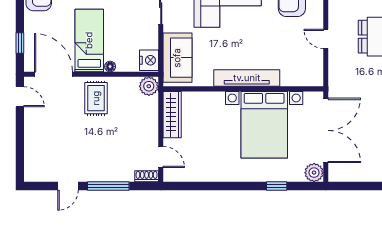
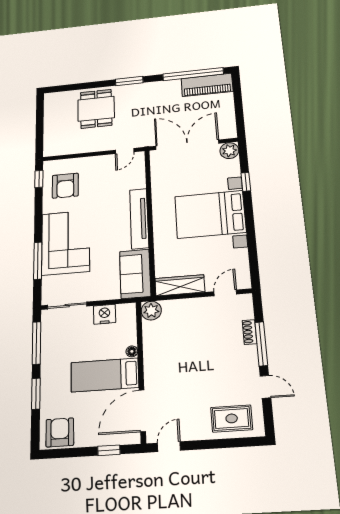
door: (326, 39) -> (125, 151), moved
sofa: (177, 58) -> (135, 274), moved, turned -90
nightstand: (149, 60) -> (104, 314), moved
rug: (96, 98) -> (232, 418), moved
bed with nightstands: (264, 125) -> (210, 214), moved, turned 180
shoe rack: (147, 176) -> (249, 332), moved

